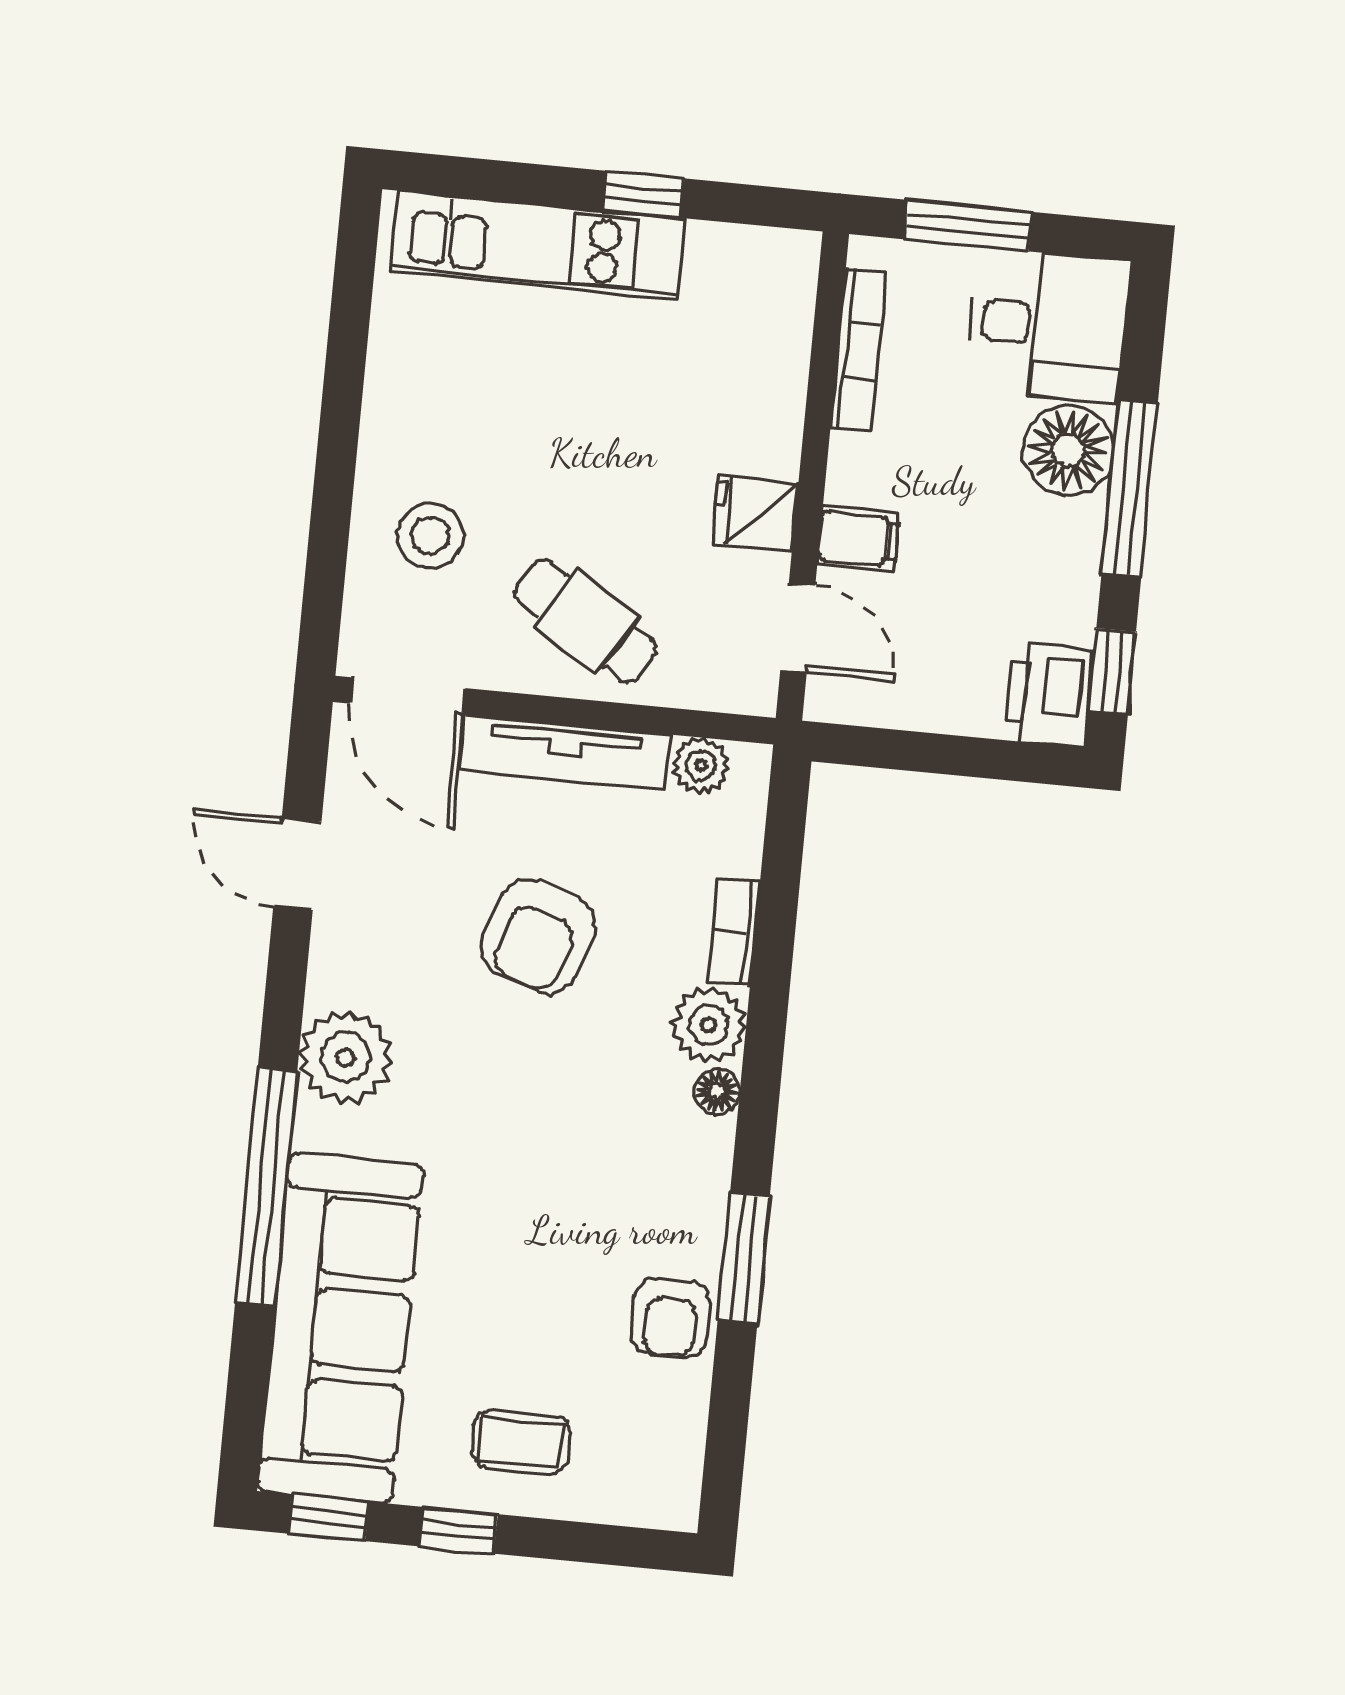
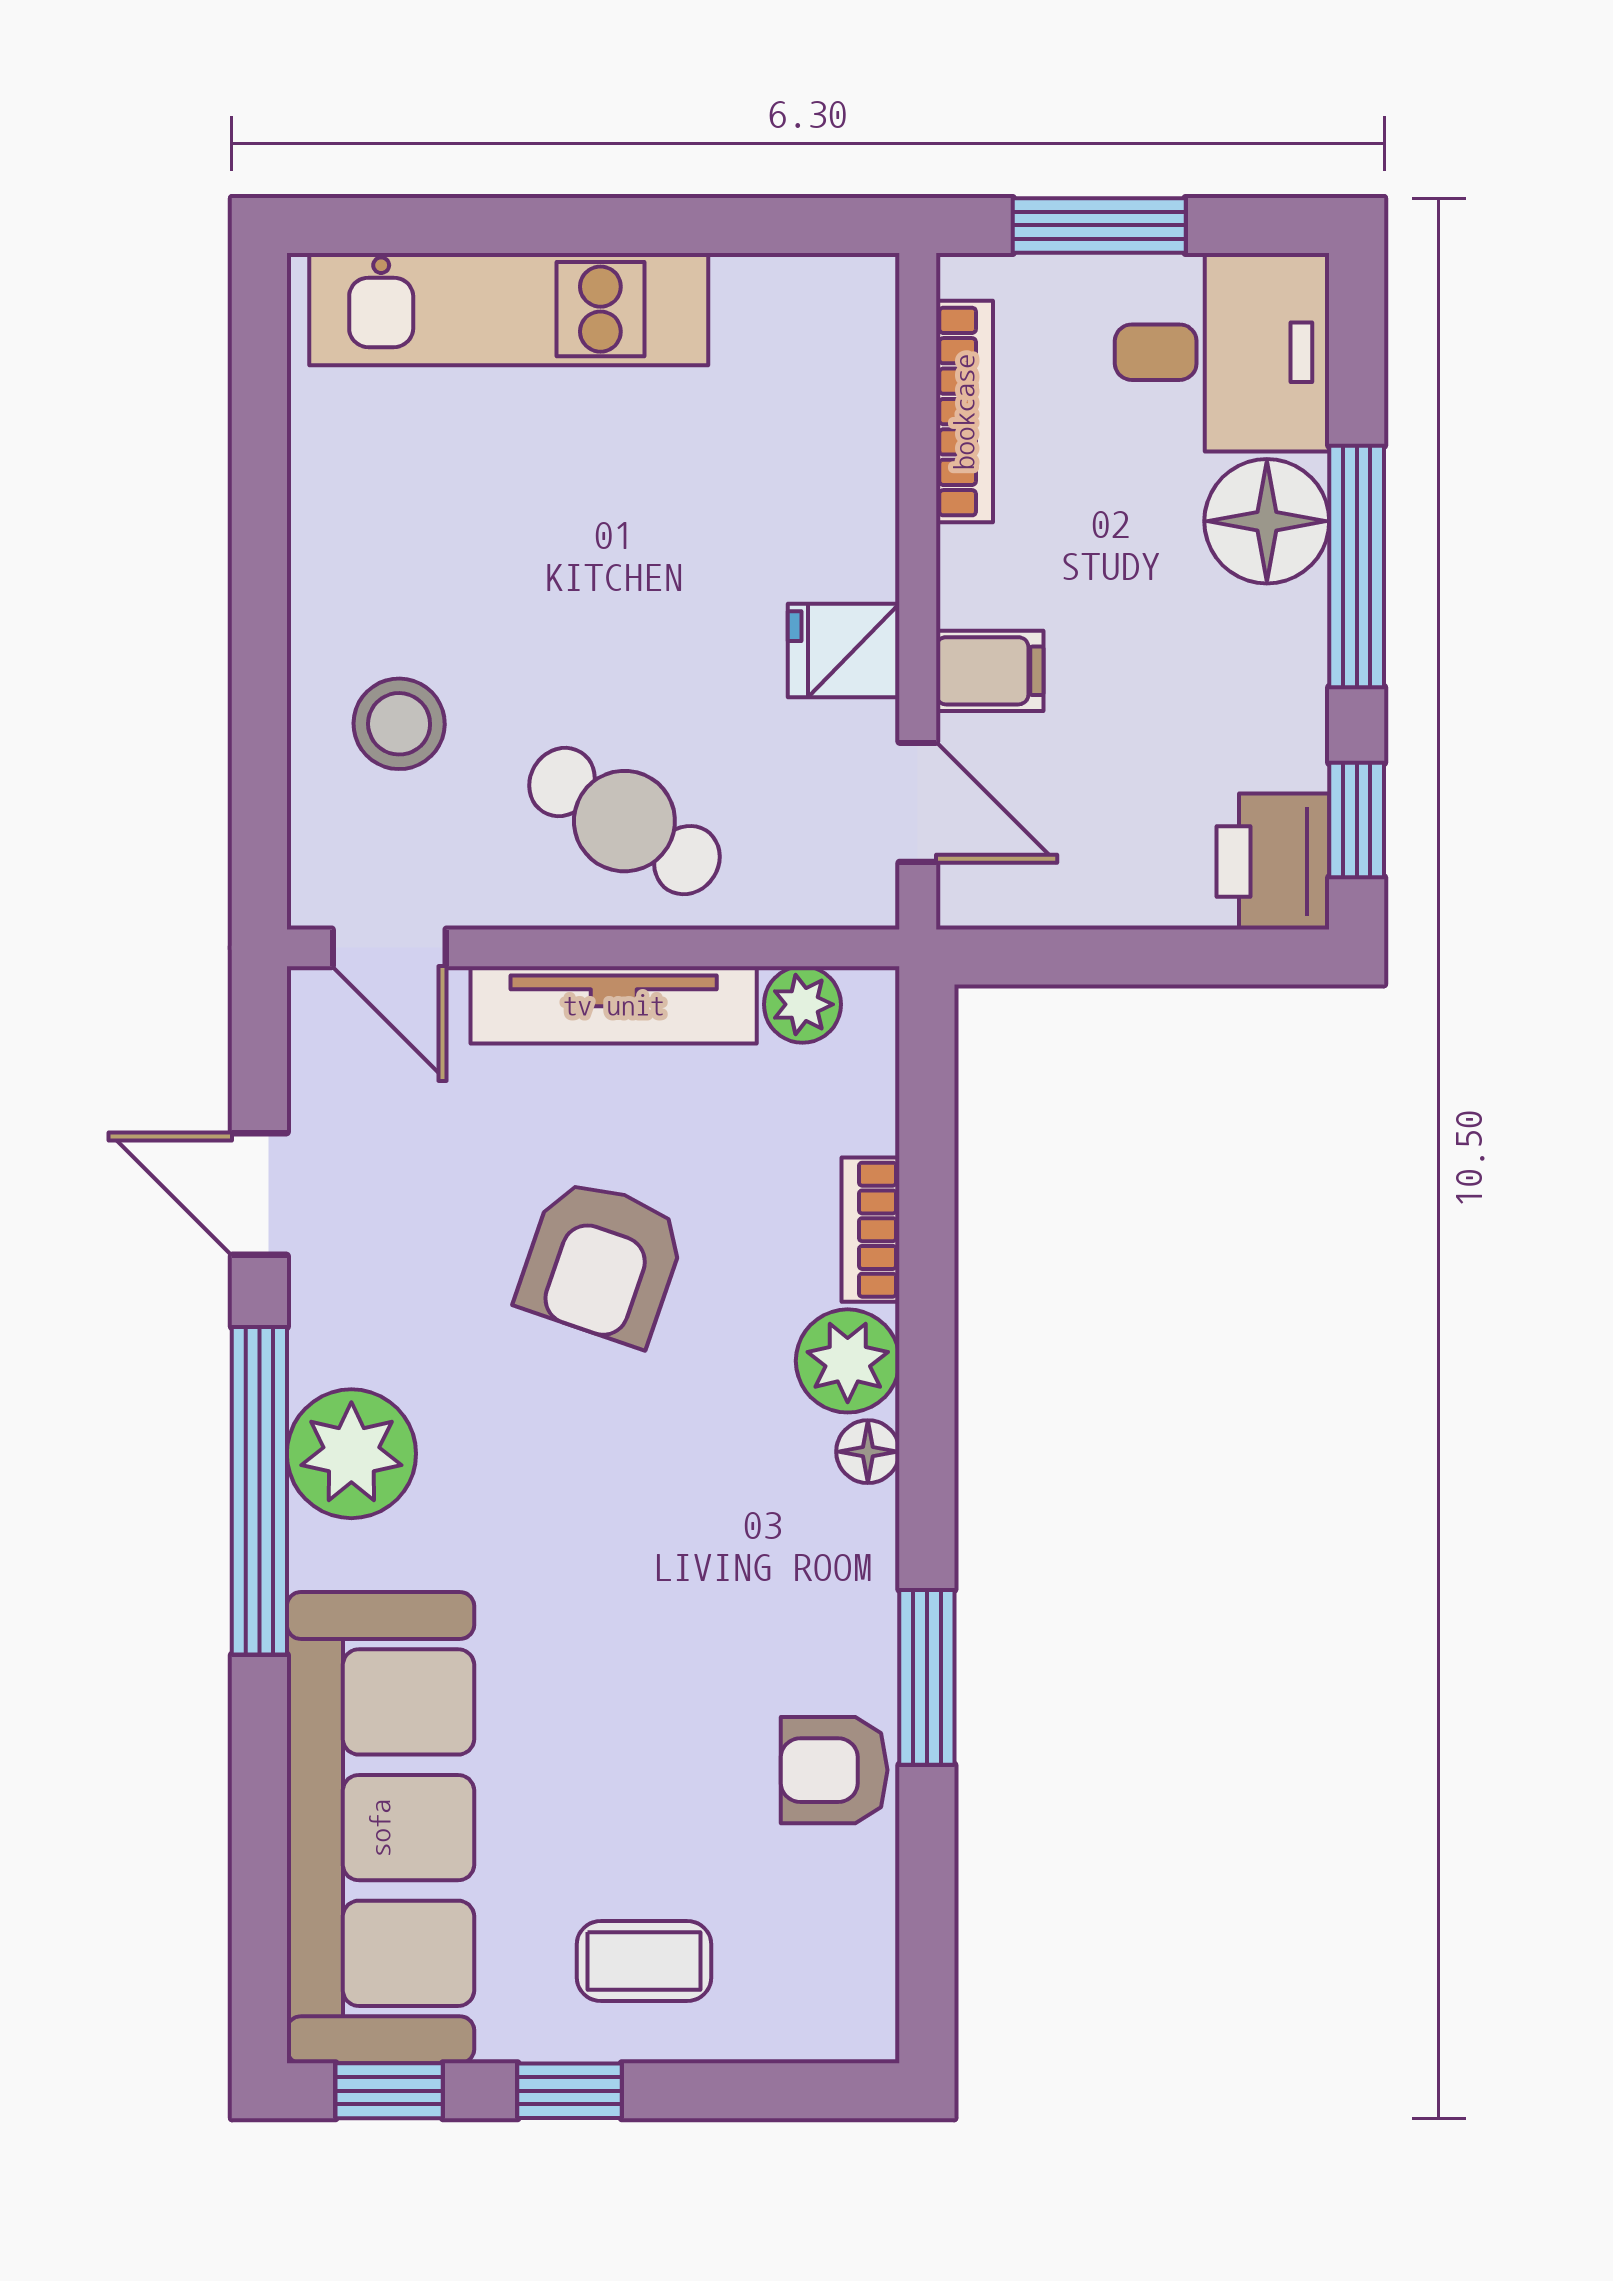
window: (644, 194) -> (648, 225), removed
door: (408, 696) -> (389, 948), width x0.73
window: (266, 1187) -> (259, 1491), moved
armchair: (671, 1318) -> (834, 1770), turned 90

